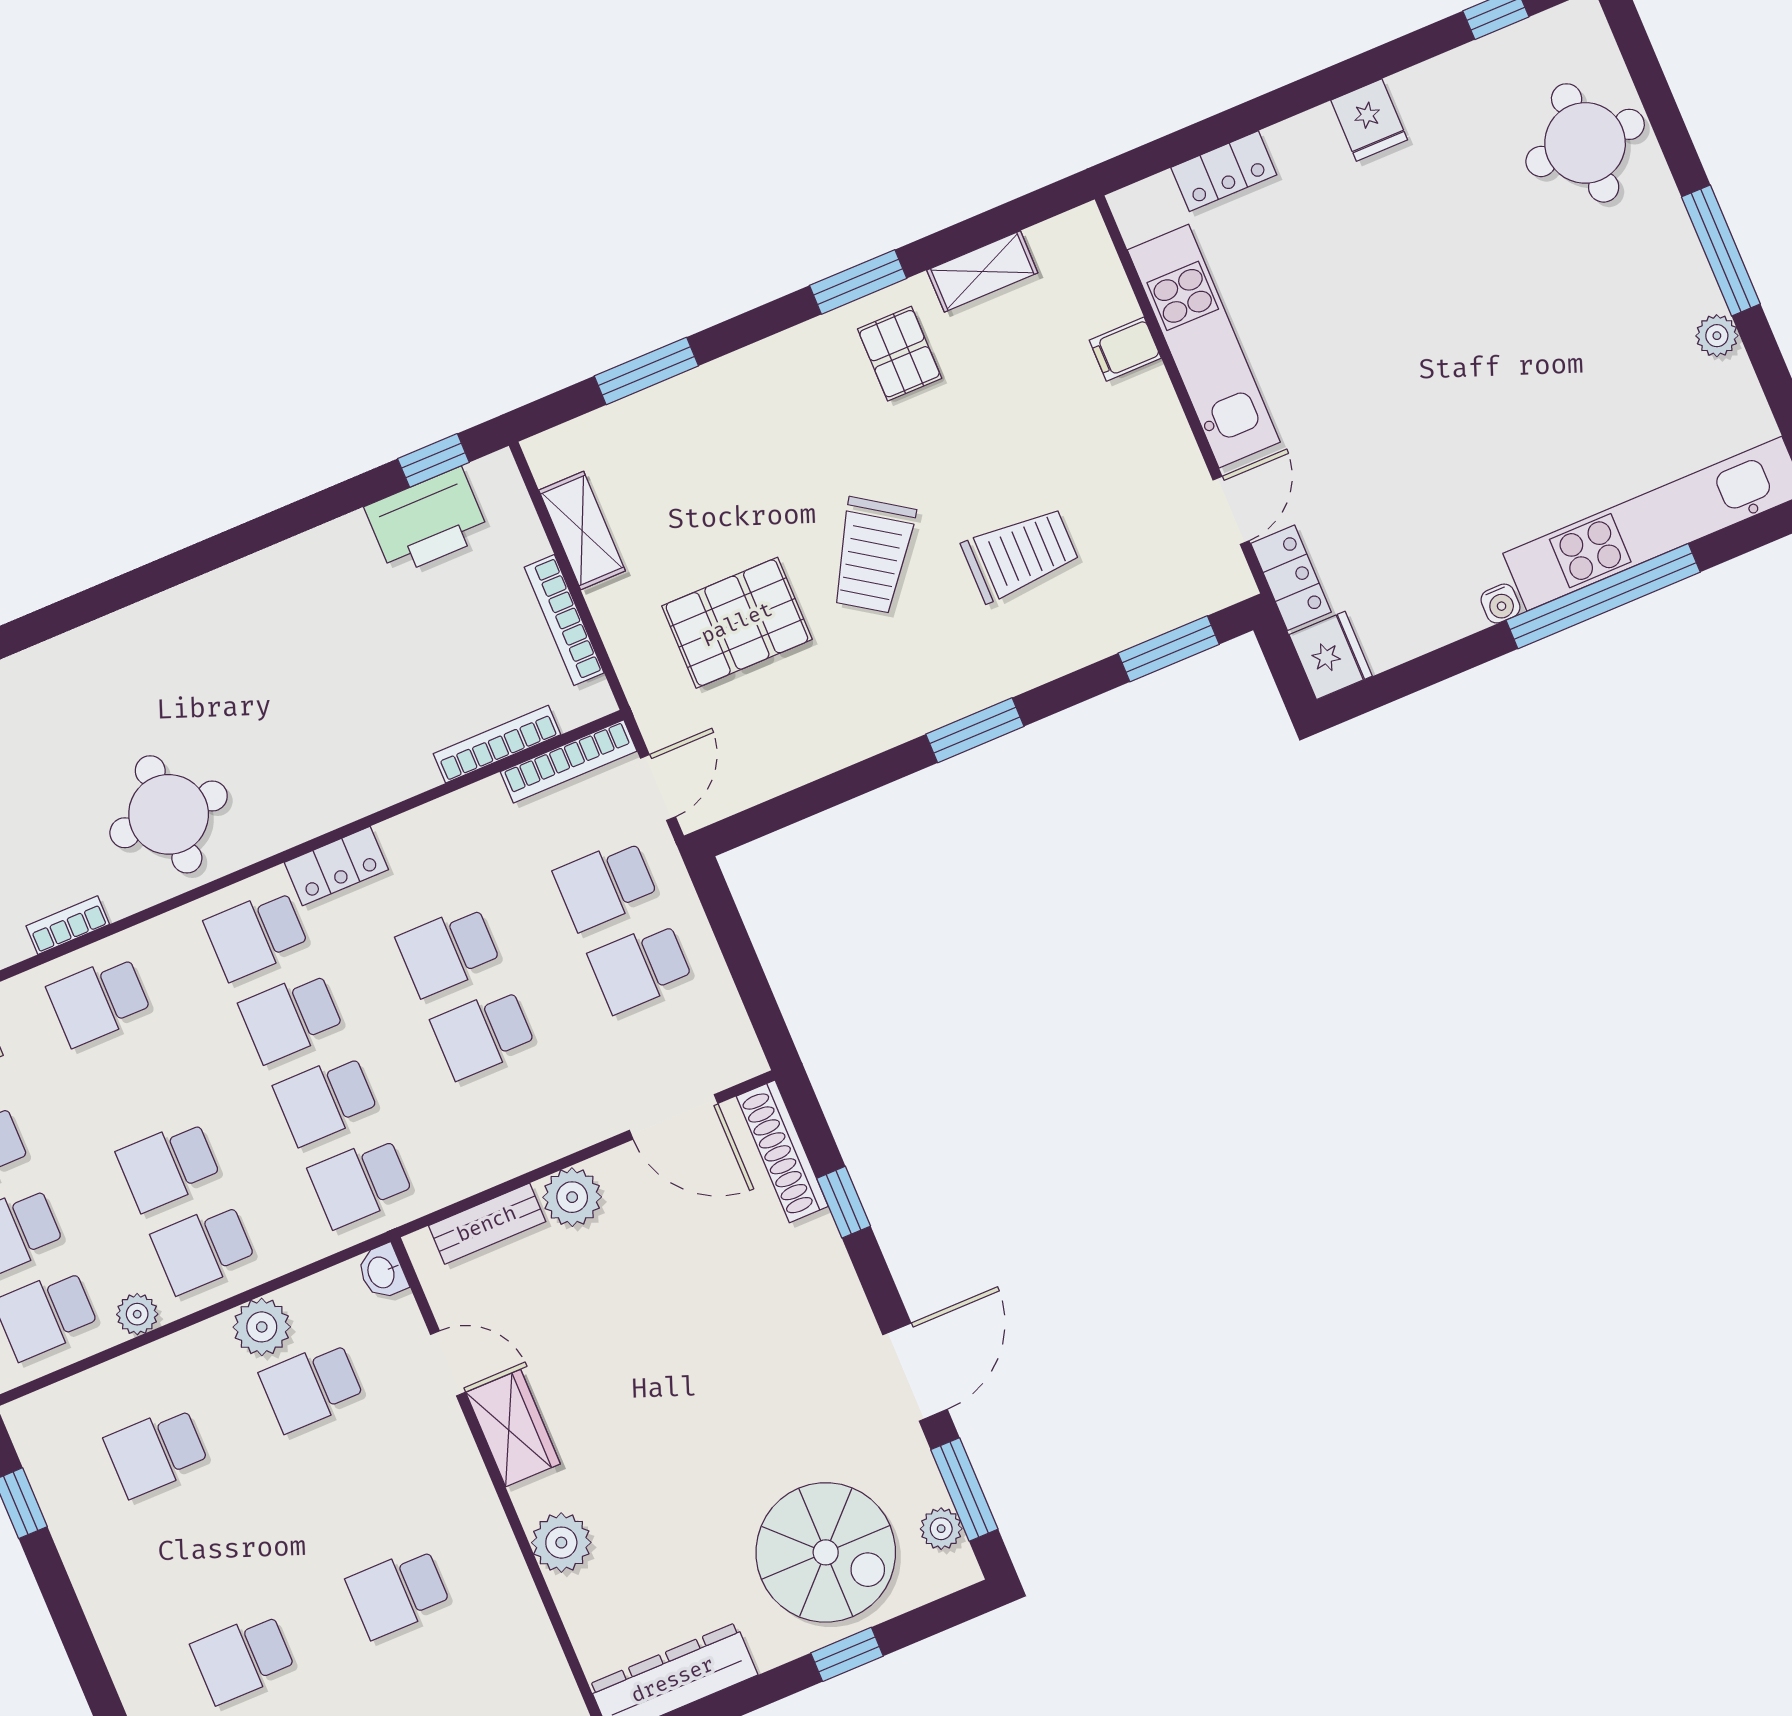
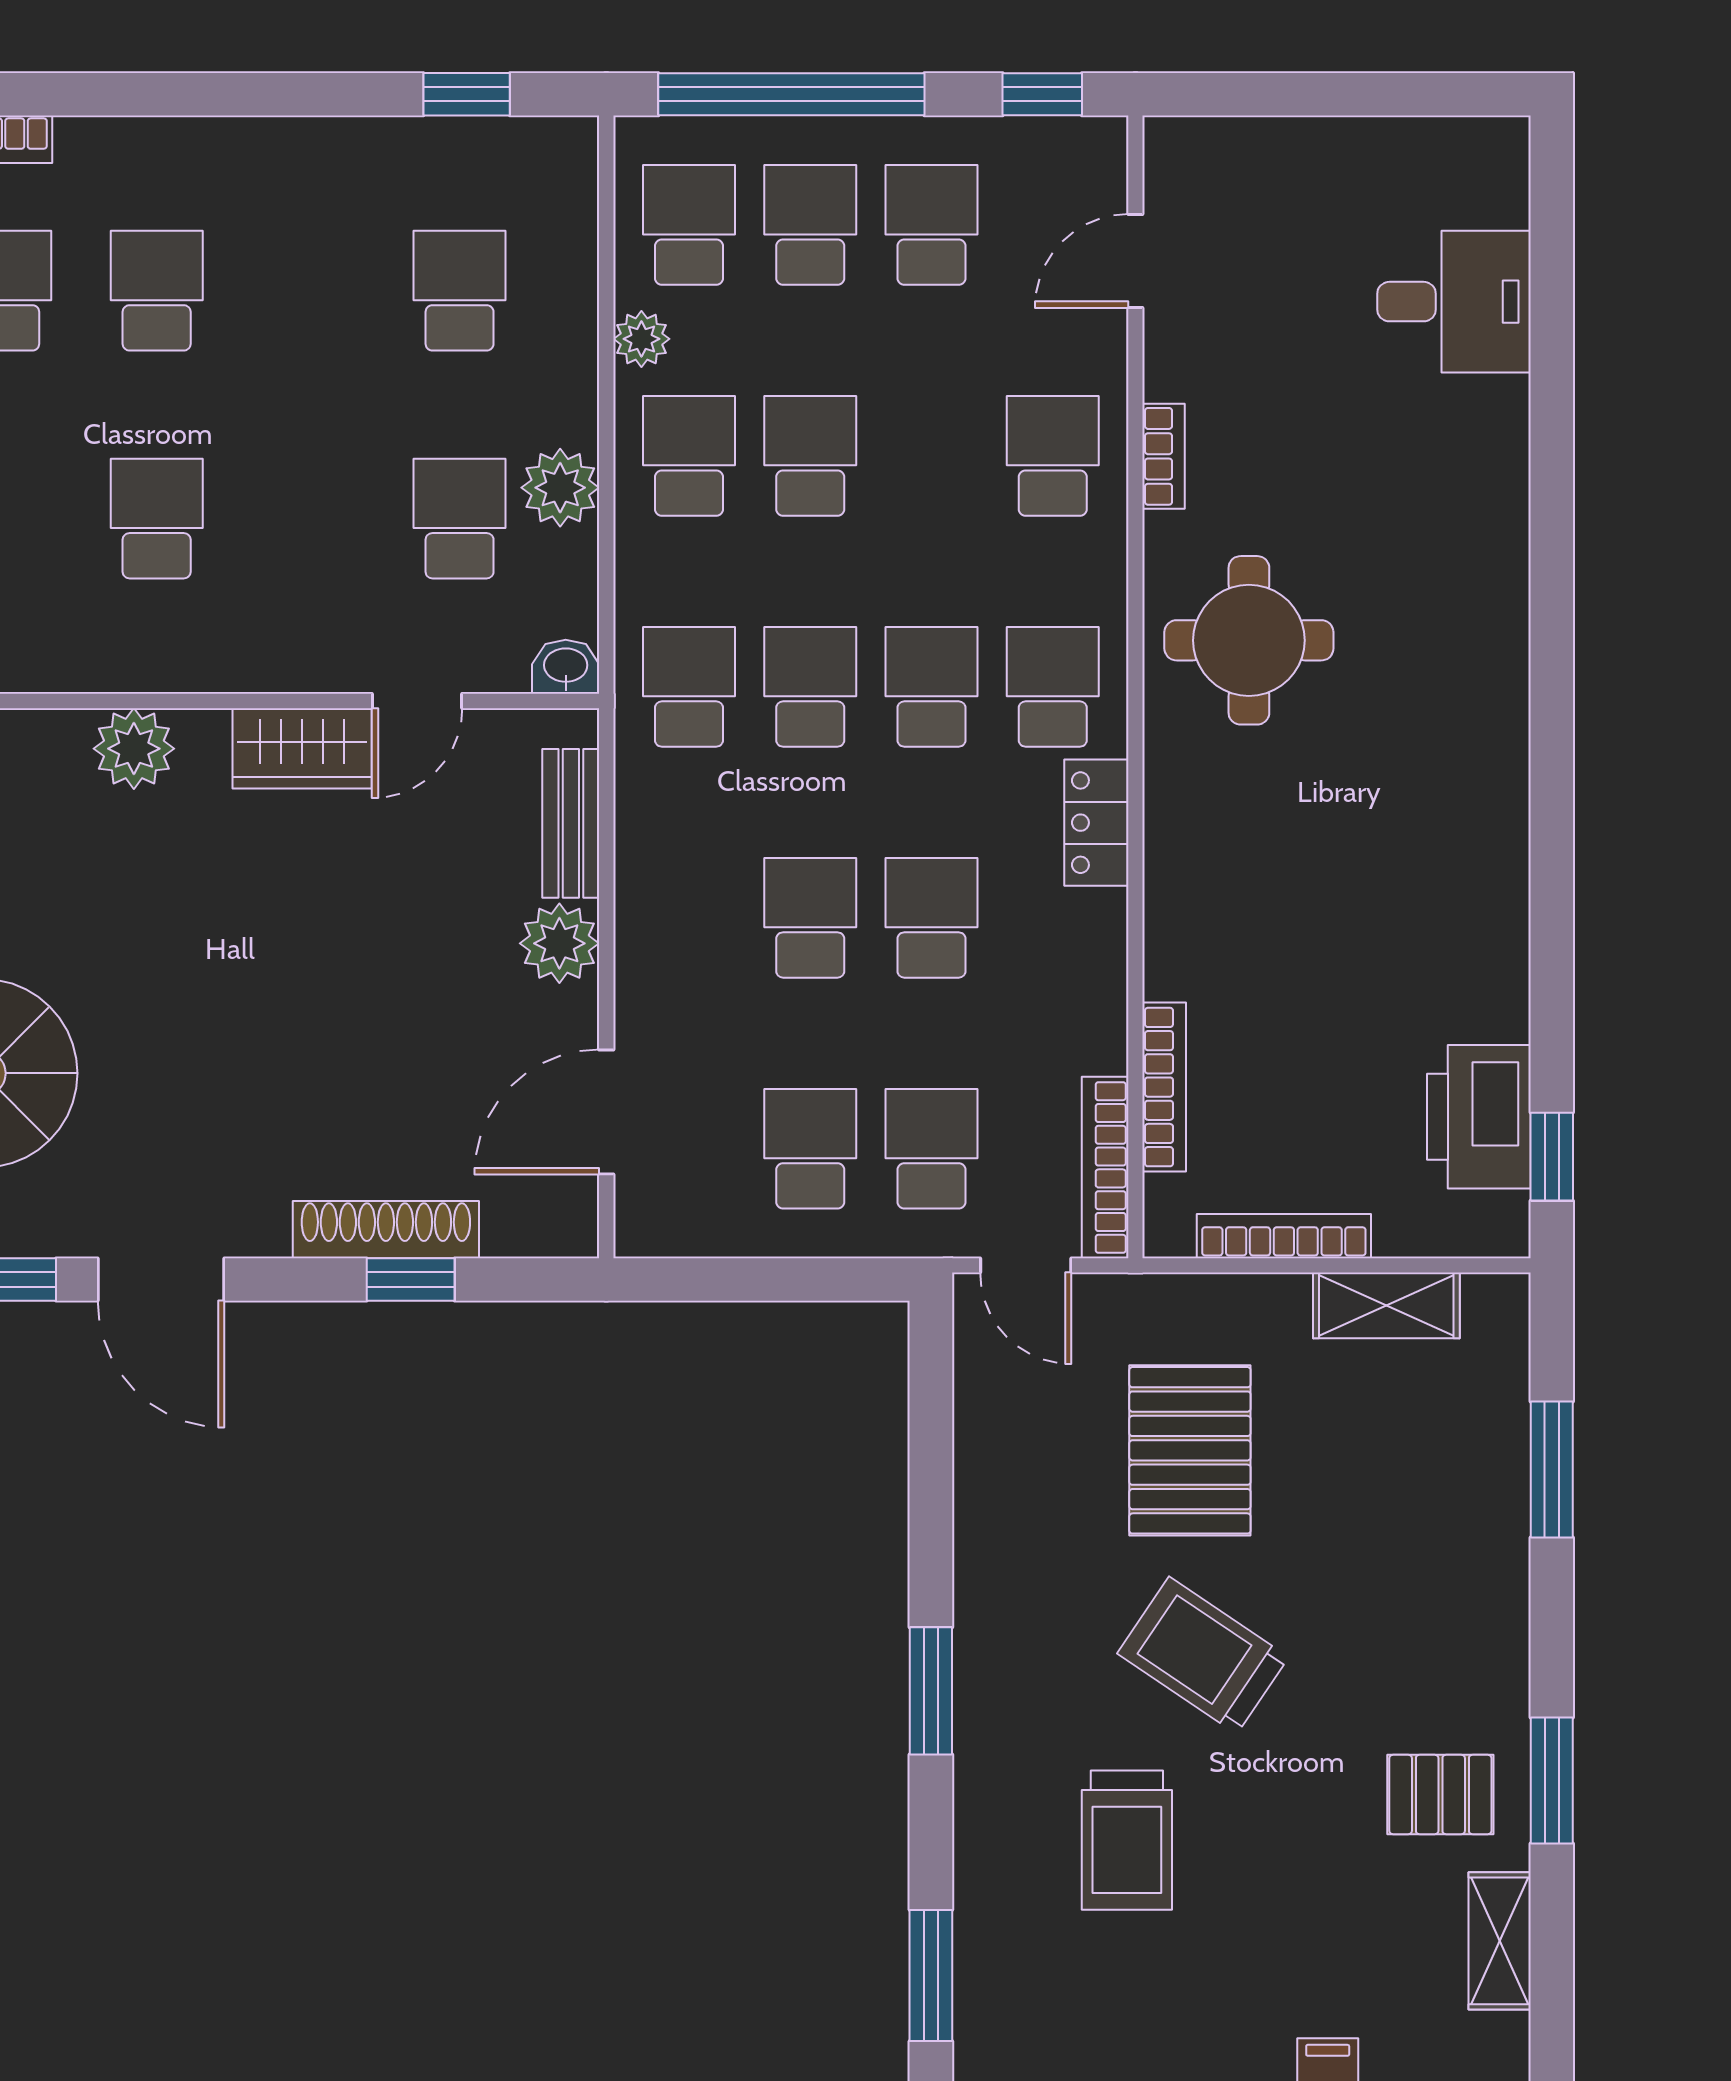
shoe rack: (782, 1151) -> (386, 1230), moved

